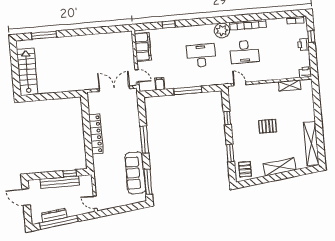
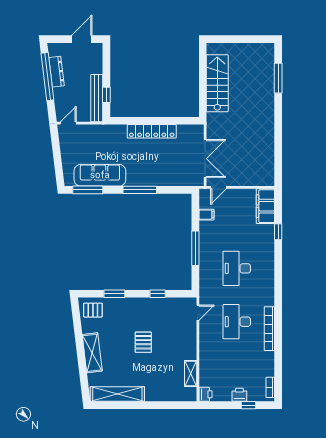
plant: (222, 30) -> (265, 296), removed
filing cabinet: (143, 47) -> (265, 206), moved, turned 90
desk: (201, 56) -> (237, 268), turned 180
stairs: (27, 72) -> (217, 83), moved, turned -90
bench: (60, 182) -> (97, 98), moved

